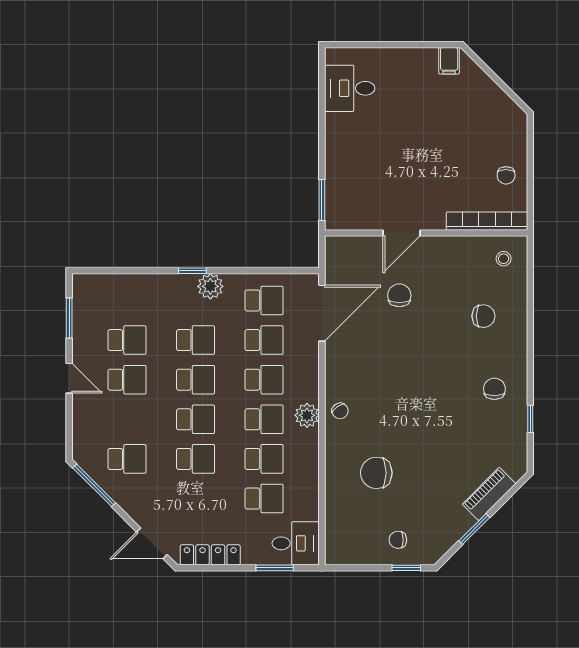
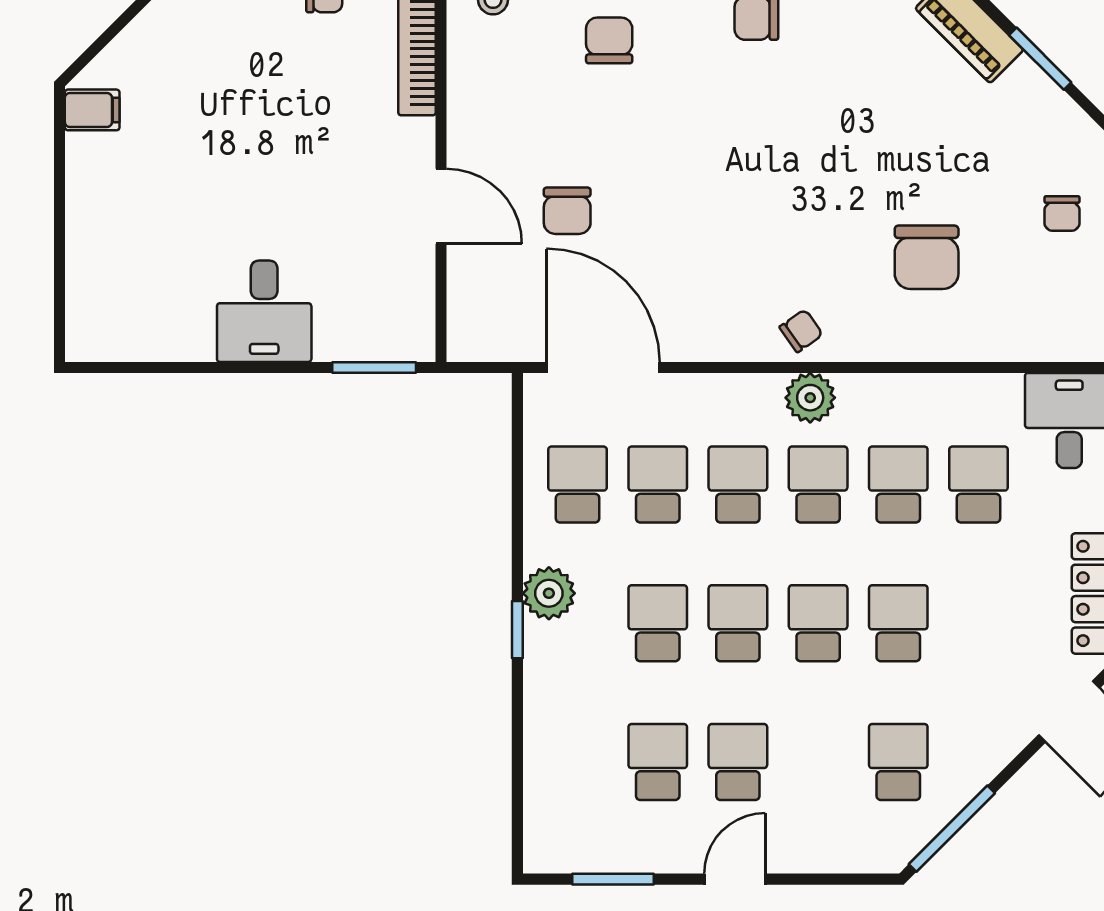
desk: (350, 88) -> (264, 311), moved
chair: (399, 295) -> (567, 211), turned -90

